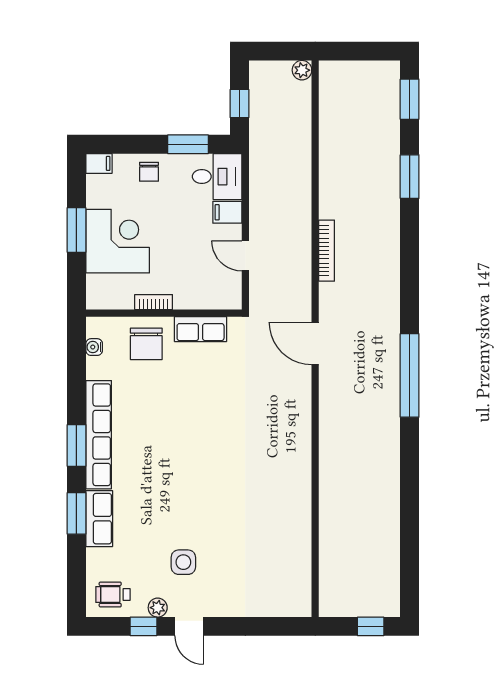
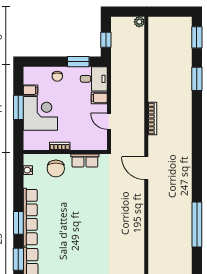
filing cabinet: (99, 163) -> (30, 90), moved
window: (410, 375) -> (197, 225), moved

